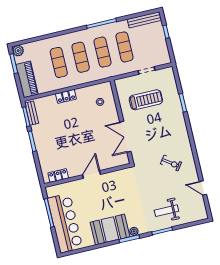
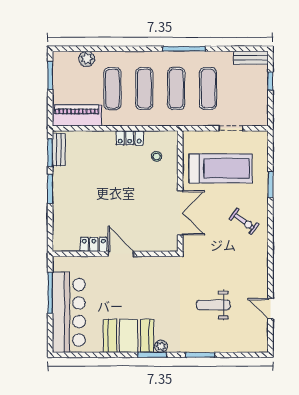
bench: (144, 20) -> (251, 58), width x0.73
plant: (18, 51) -> (87, 59), moved
piano: (27, 79) -> (77, 115), moved, turned -90
locker: (66, 96) -> (130, 138), moved
treadmill: (146, 100) -> (220, 168), width x1.37, depth x1.38
double door: (125, 137) -> (180, 213), swing flipped
exercise bike: (171, 163) -> (244, 222), moved
door: (91, 175) -> (121, 254), hinge flipped
locker: (58, 176) -> (94, 244), moved
weight bench: (166, 211) -> (213, 305), moved

